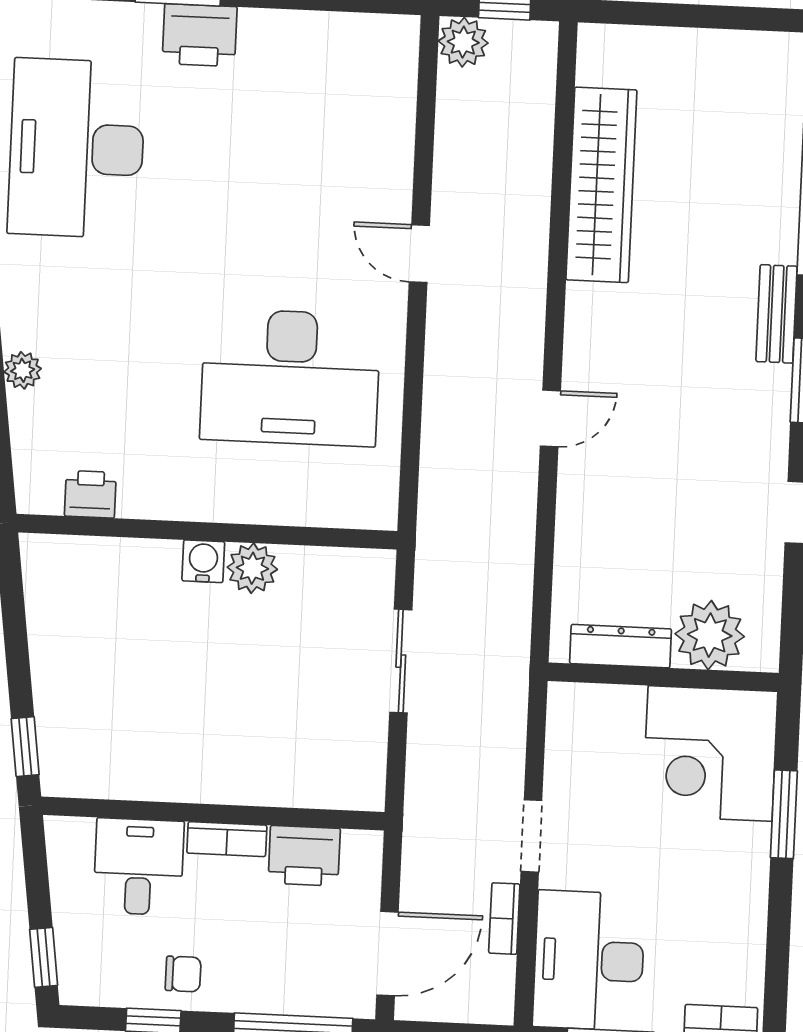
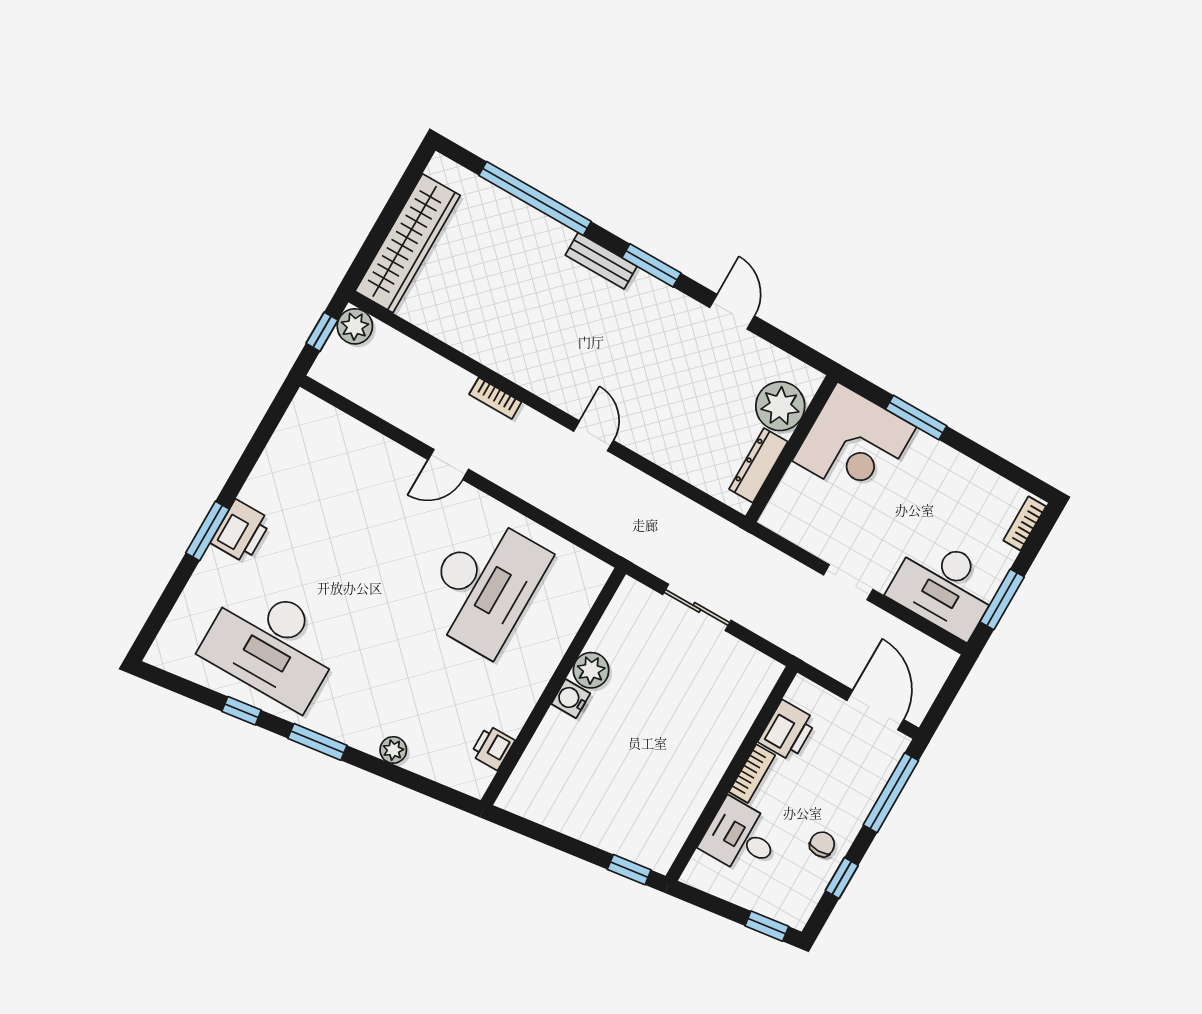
plant: (463, 42) -> (355, 326), moved
wardrobe: (601, 185) -> (408, 243), moved, turned 90
bookcase: (504, 919) -> (495, 398), moved

